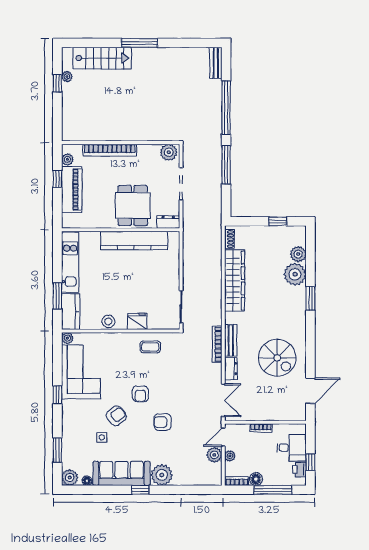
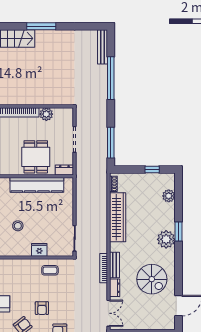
bench: (216, 63) -> (103, 47), width x1.36
plant: (169, 152) -> (46, 114), moved
window: (226, 165) -> (111, 143), moved
plant: (295, 274) -> (166, 239), moved
stool: (108, 321) -> (18, 226), moved

